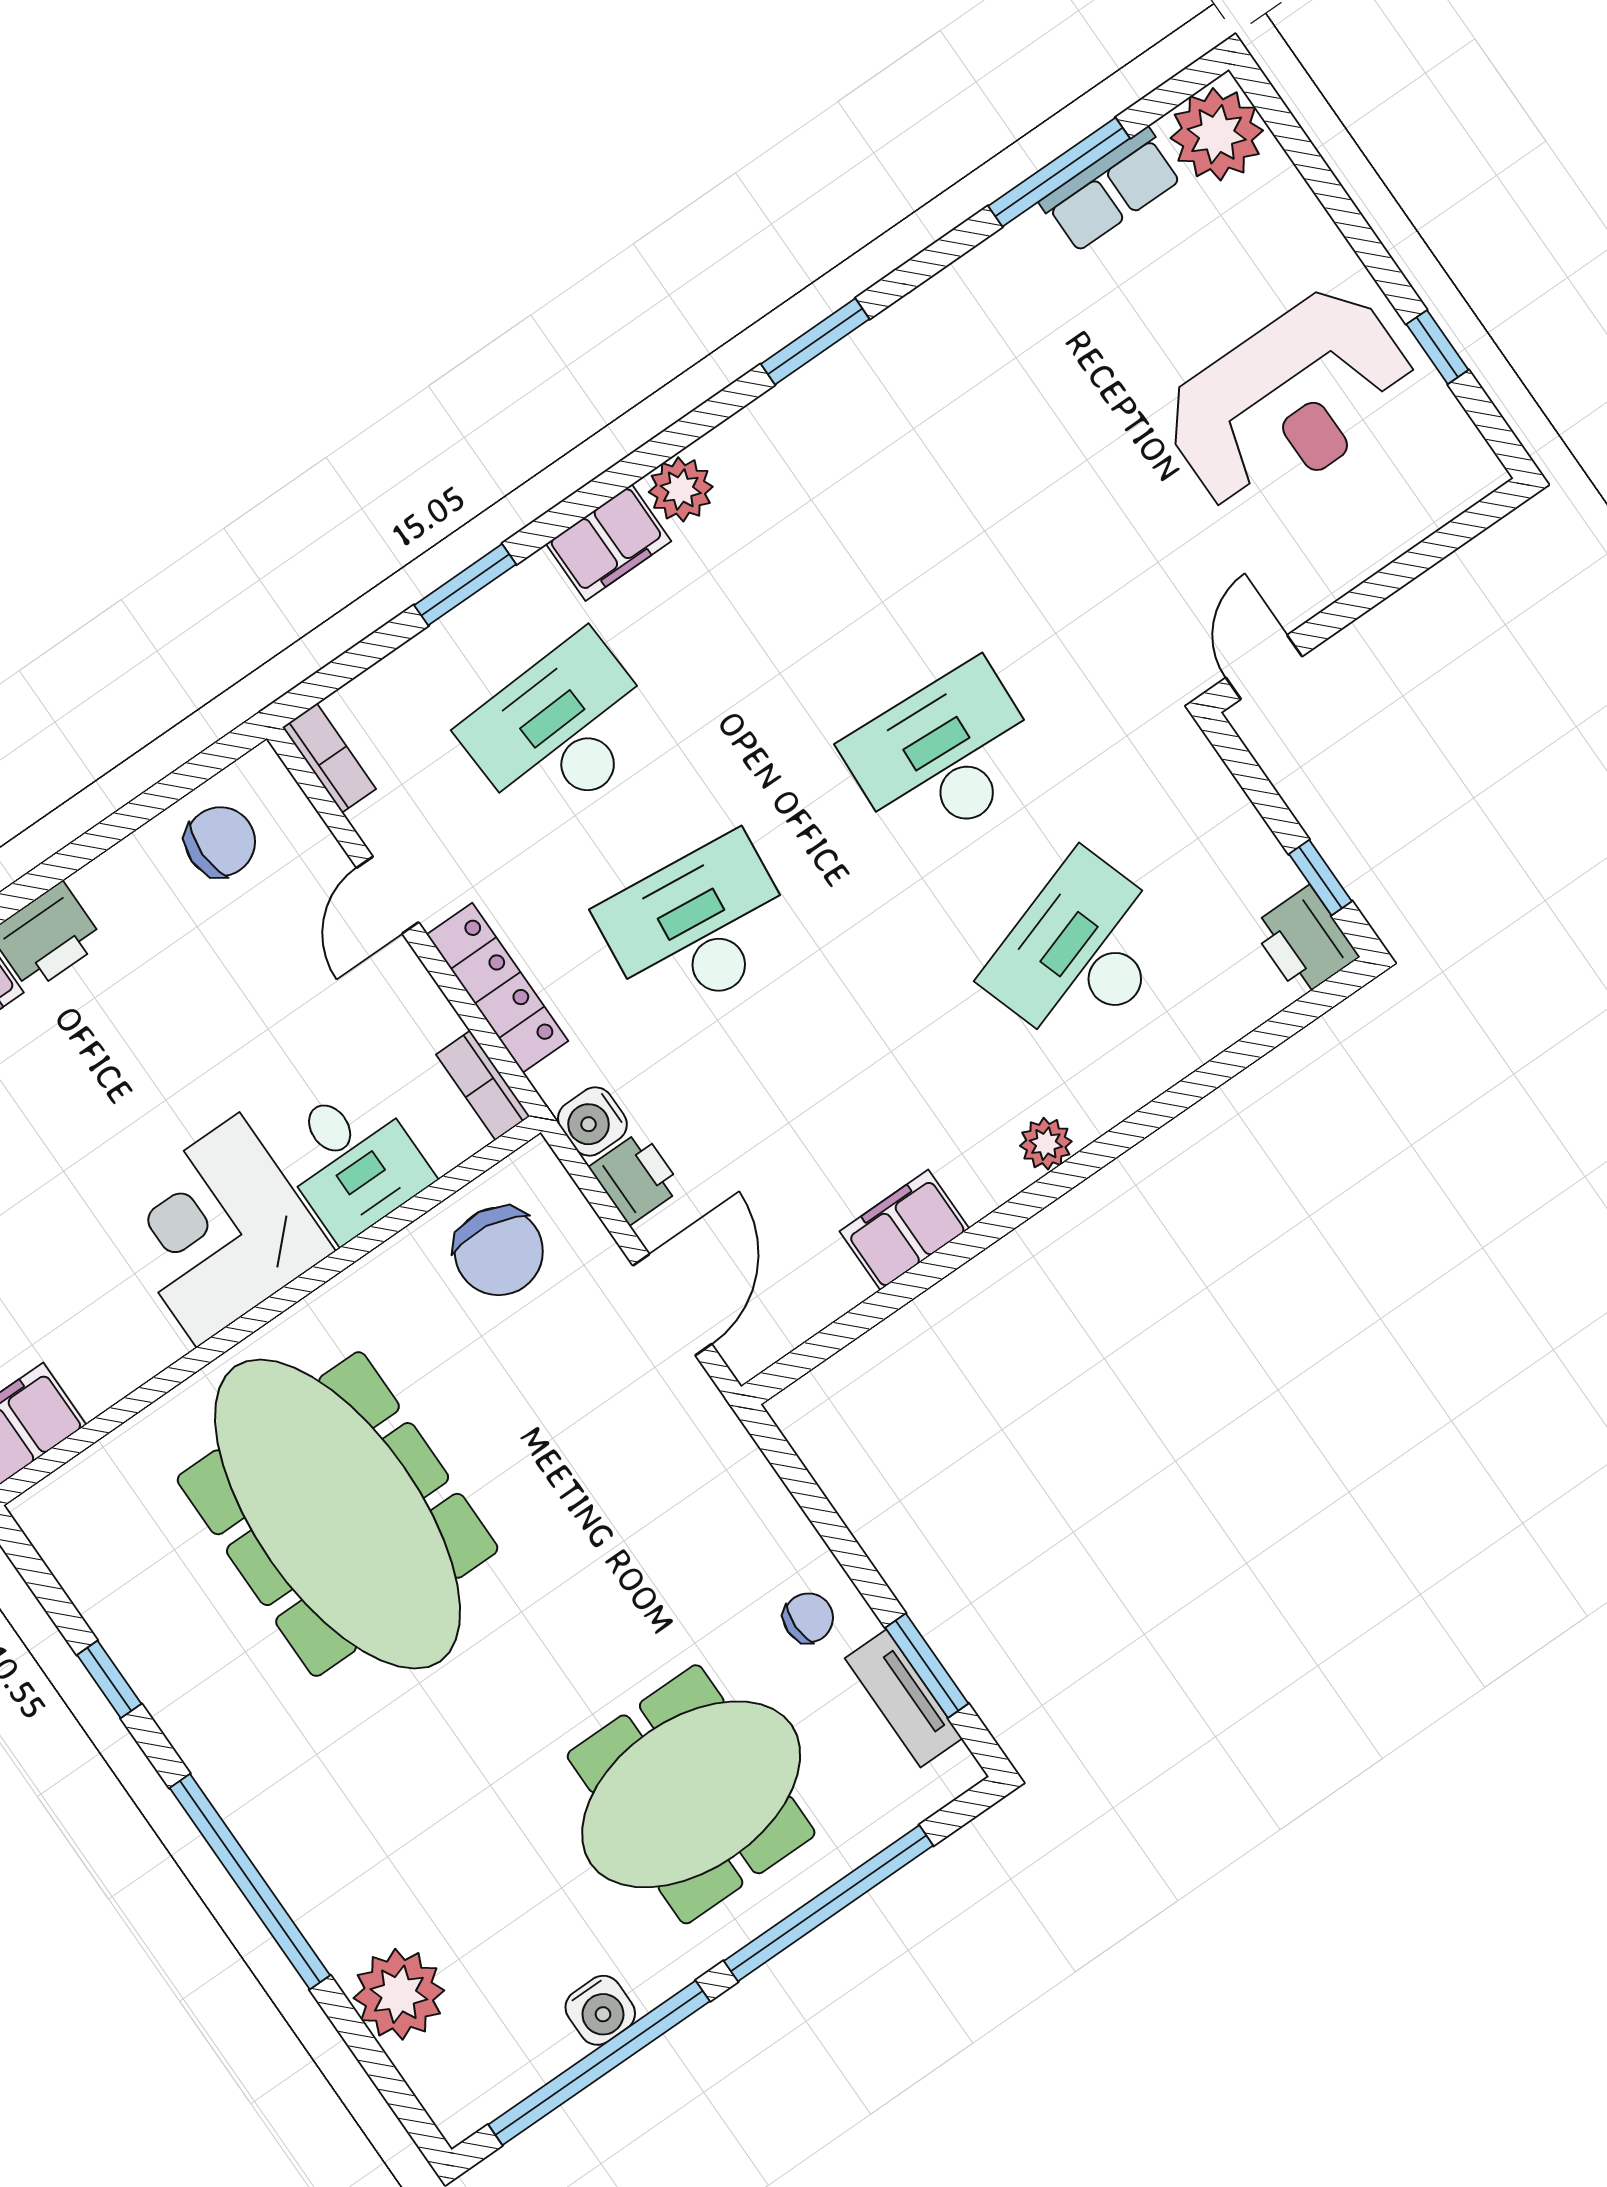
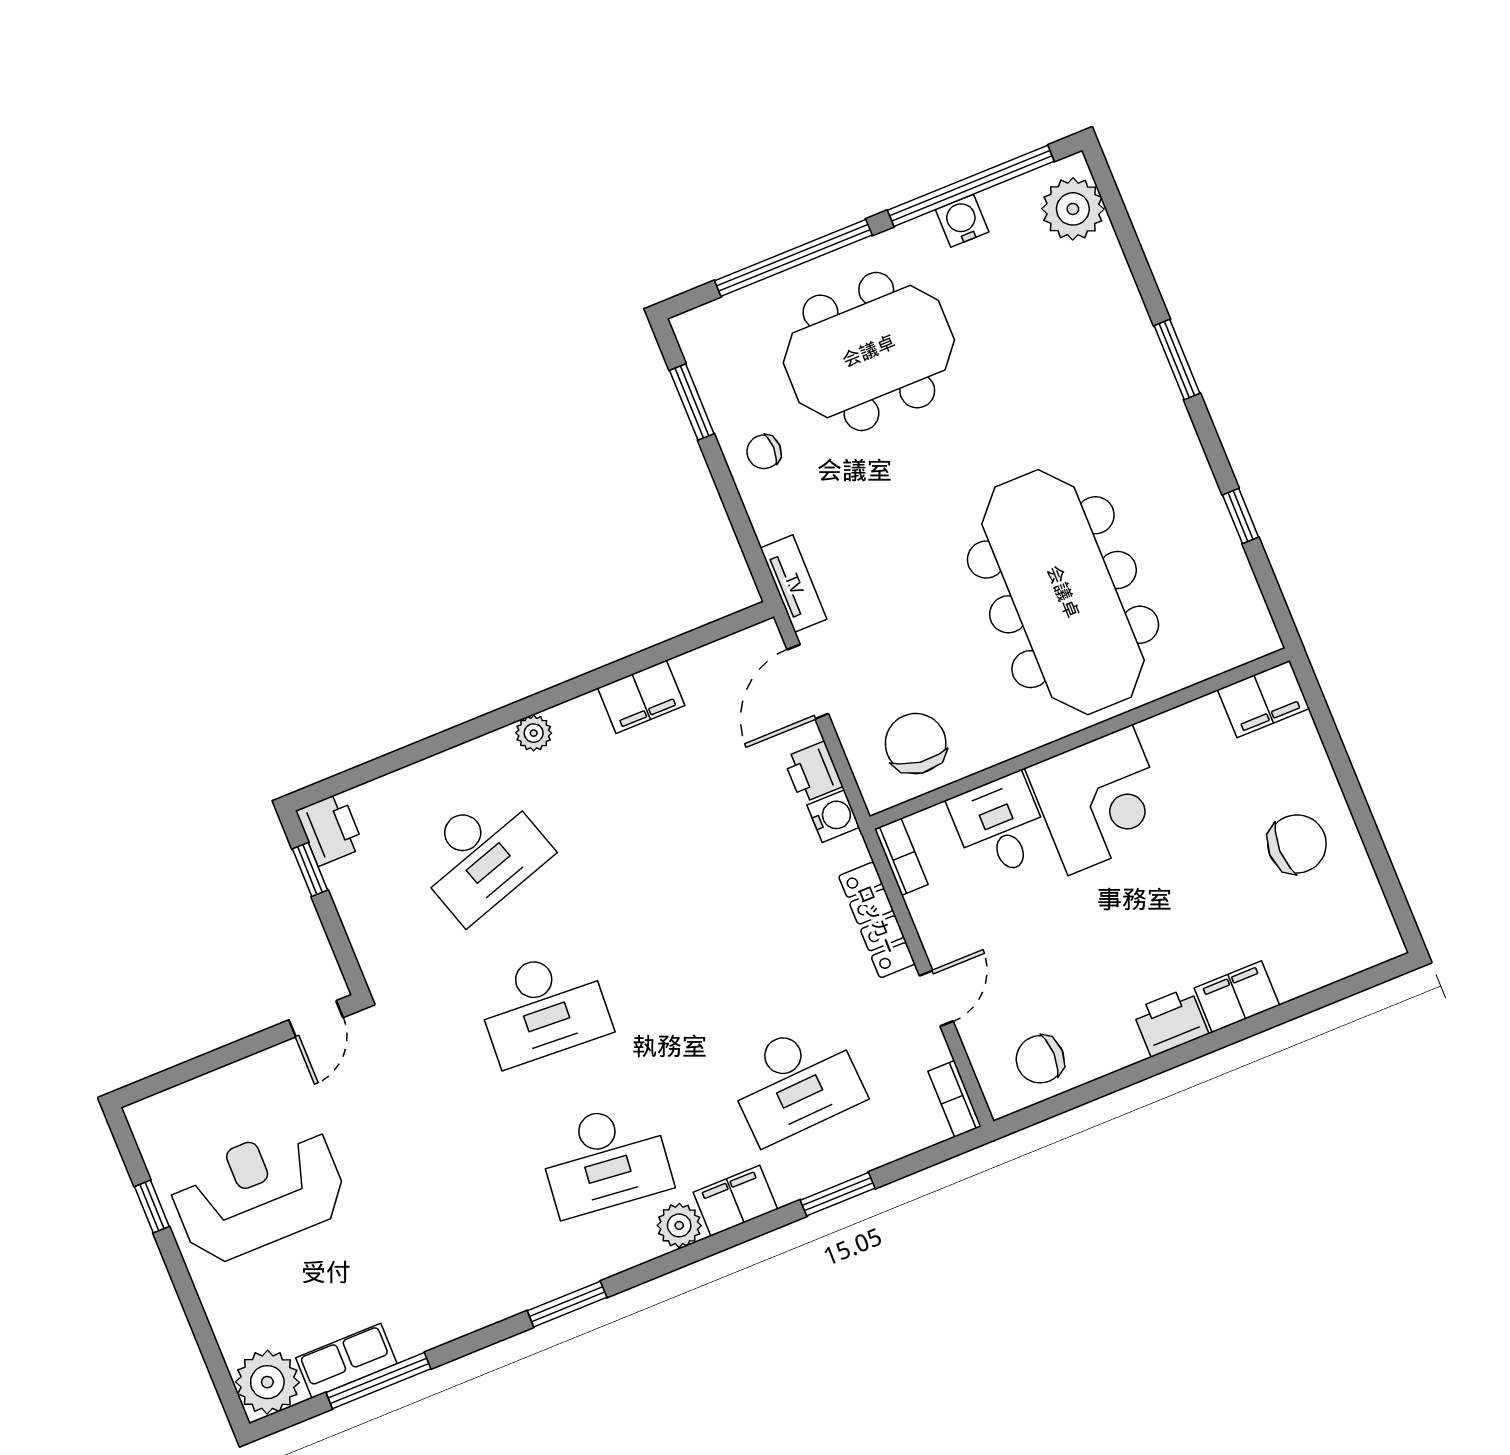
desk: (698, 927) -> (605, 1159), moved
tv unit: (904, 1698) -> (794, 584), moved
window: (250, 1882) -> (1177, 360), width x0.47
plant: (399, 1994) -> (1073, 209), moved

